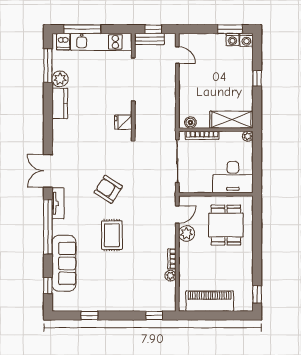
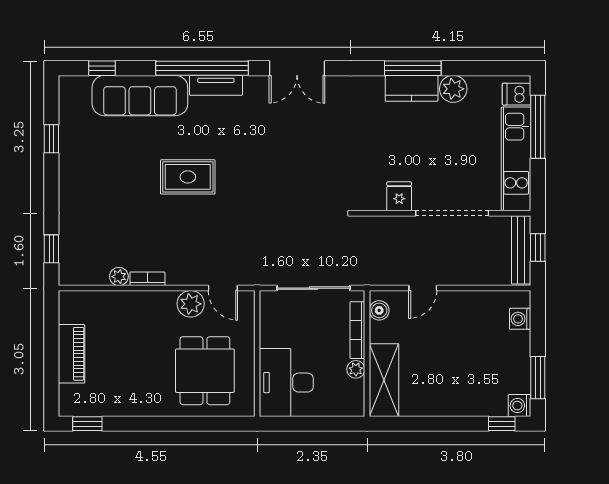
bench: (149, 39) -> (521, 250), width x1.36
washing machine: (232, 40) -> (520, 319), moved
door: (177, 55) -> (423, 288), moved
window: (48, 66) -> (413, 68), moved
window: (257, 78) -> (502, 424), moved
fridge: (123, 122) -> (399, 196), moved
plant: (248, 136) -> (356, 369), moved
double door: (48, 171) -> (297, 68), swing flipped
armchair: (108, 189) -> (266, 171), removed
tv unit: (58, 203) -> (216, 85), moved
dining table: (226, 225) -> (205, 371), turned 90
piano: (210, 301) -> (72, 354), width x0.73, depth x0.75

